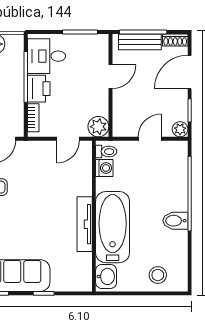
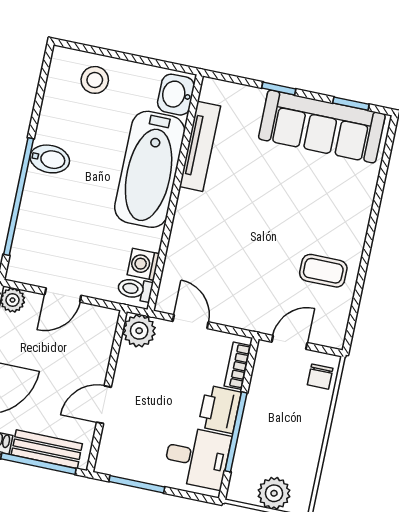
door: (68, 139) -> (191, 322), hinge flipped
tv unit: (85, 224) -> (200, 146), moved

